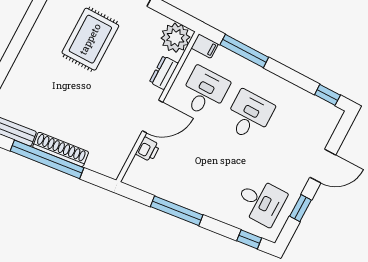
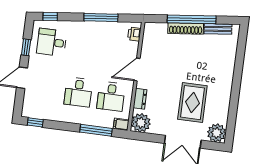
printer: (148, 149) -> (134, 34), moved

